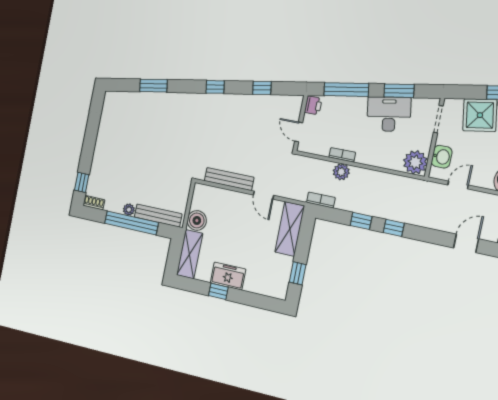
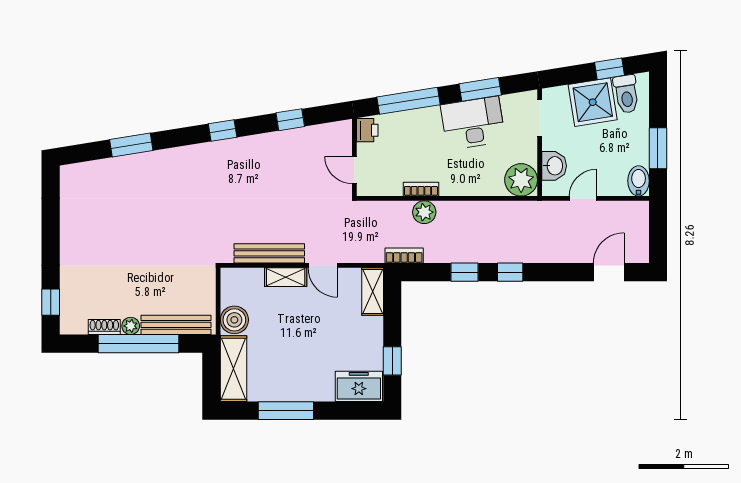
shelving: (237, 198) -> (286, 277), added
shoe rack: (94, 203) -> (104, 327), moved
shelving: (290, 229) -> (373, 292), width x0.67, depth x0.75
freezer: (228, 276) -> (359, 386), moved
window: (218, 291) -> (286, 411), width x2.17

